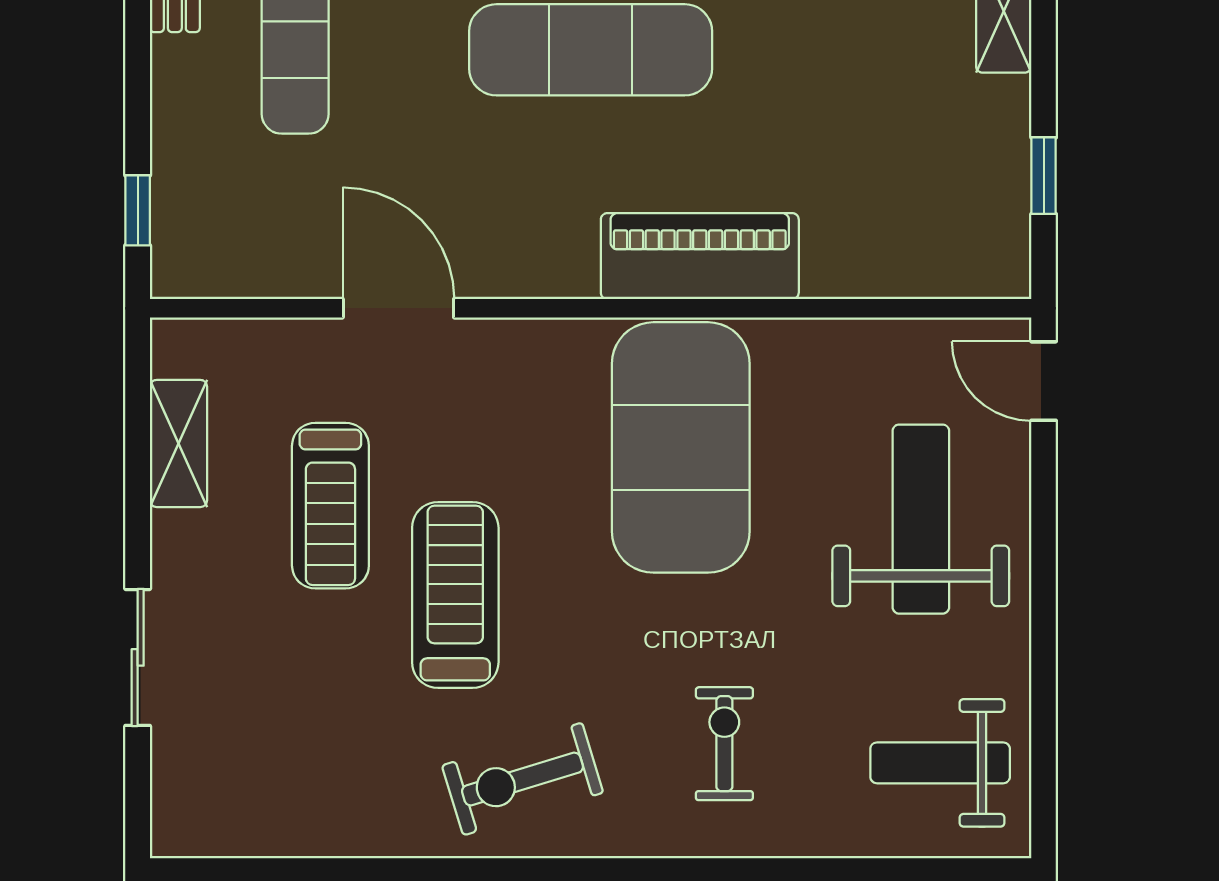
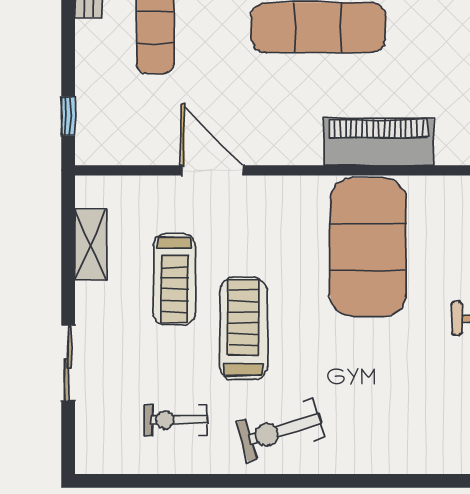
exercise bike: (724, 744) -> (176, 420), moved, turned -90

